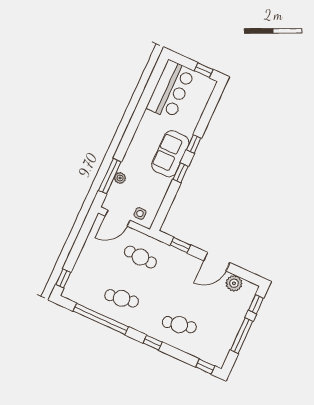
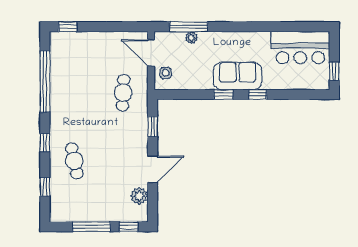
door: (217, 262) -> (153, 169), swing flipped
cafe table: (122, 298) -> (74, 93), removed
window: (205, 367) -> (45, 187), moved

